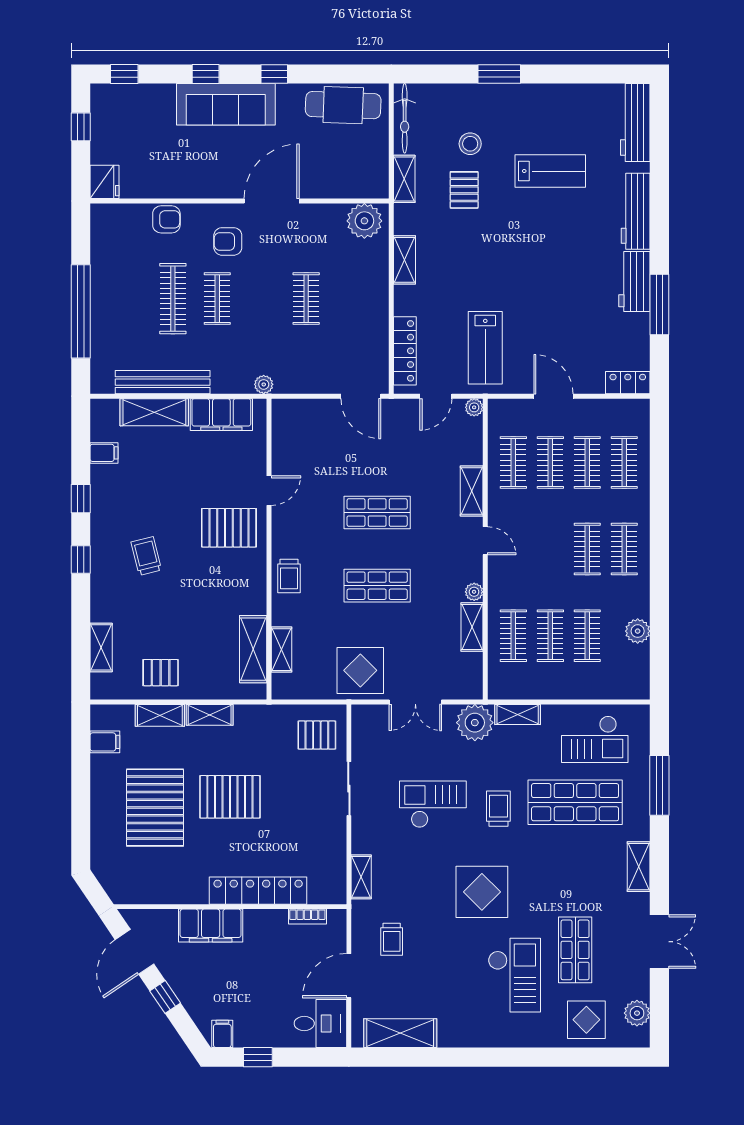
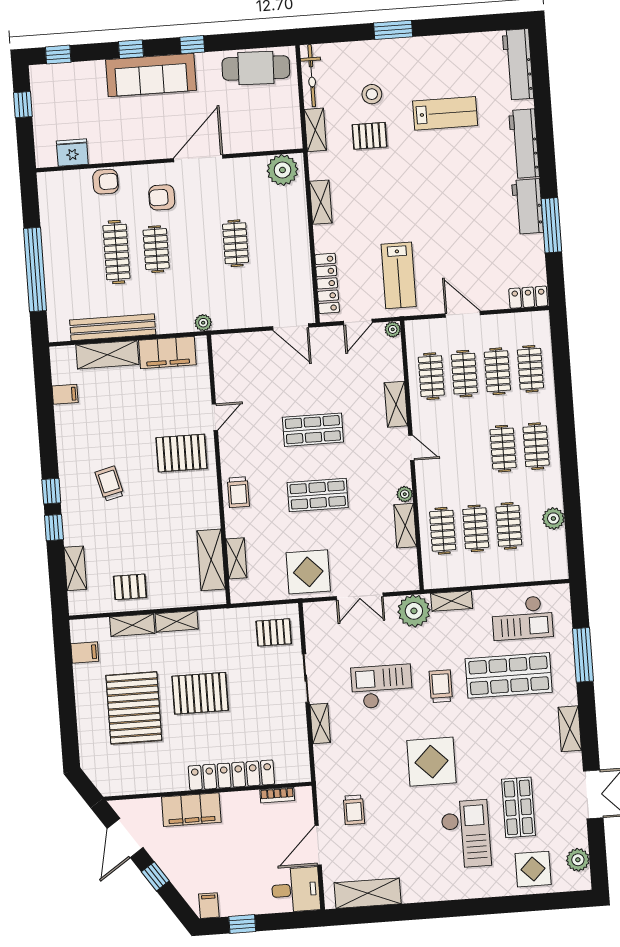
fridge: (105, 182) -> (72, 153), moved, turned -90
pallet: (464, 190) -> (369, 136), turned 90
window: (81, 499) -> (54, 528), moved
shelving: (361, 877) -> (320, 724), moved

